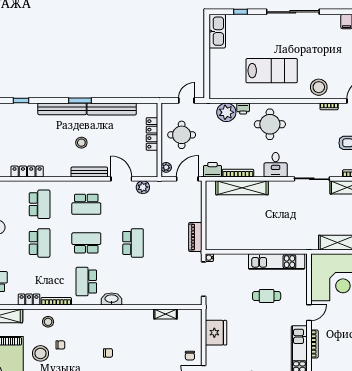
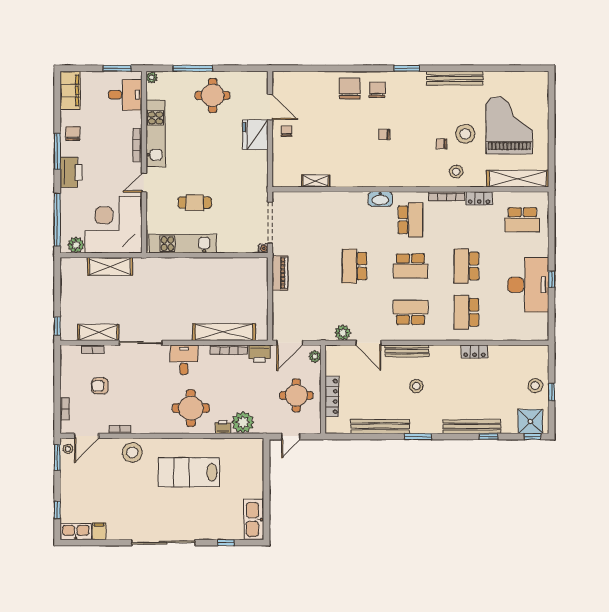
bench: (62, 109) -> (472, 427), moved
locker: (27, 172) -> (474, 352), width x0.66
fridge: (216, 333) -> (255, 135), moved

